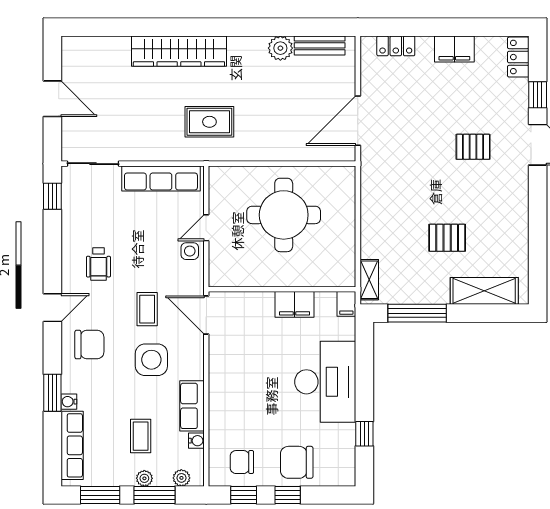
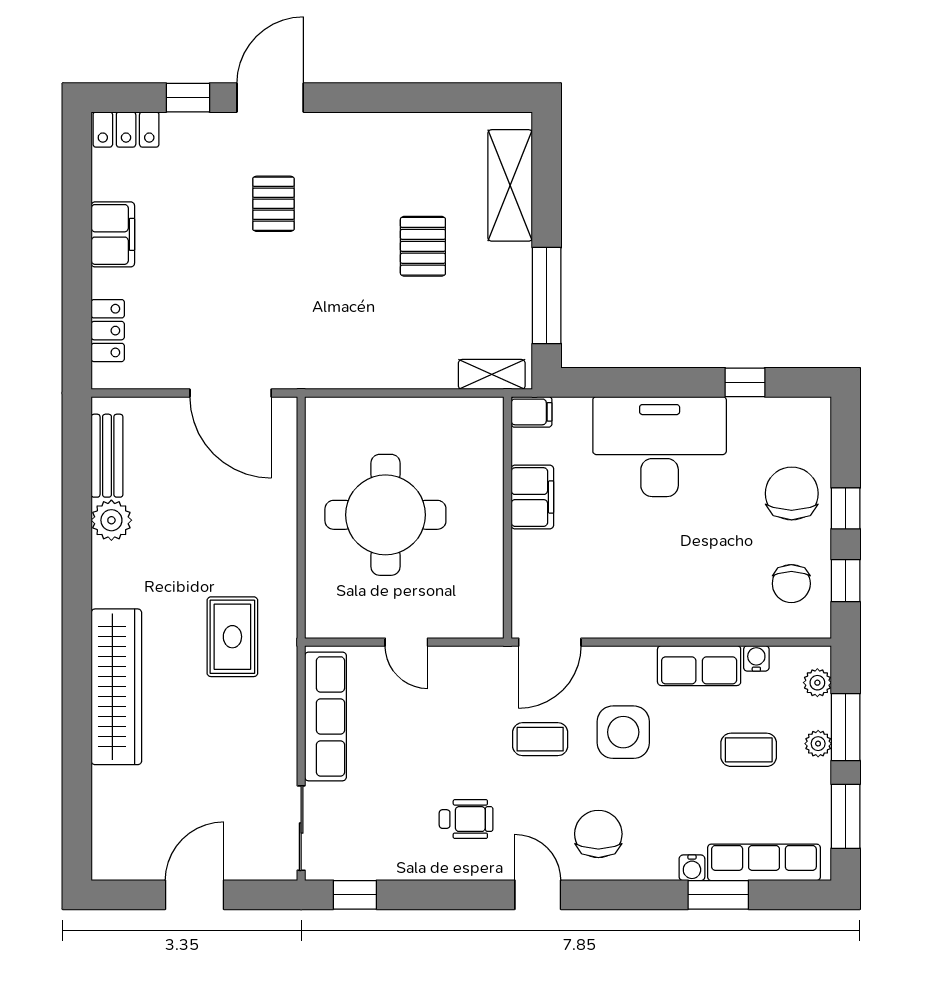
side table: (190, 251) -> (445, 669), removed
window: (52, 393) -> (718, 895), moved
chair: (297, 462) -> (792, 493), turned 180

